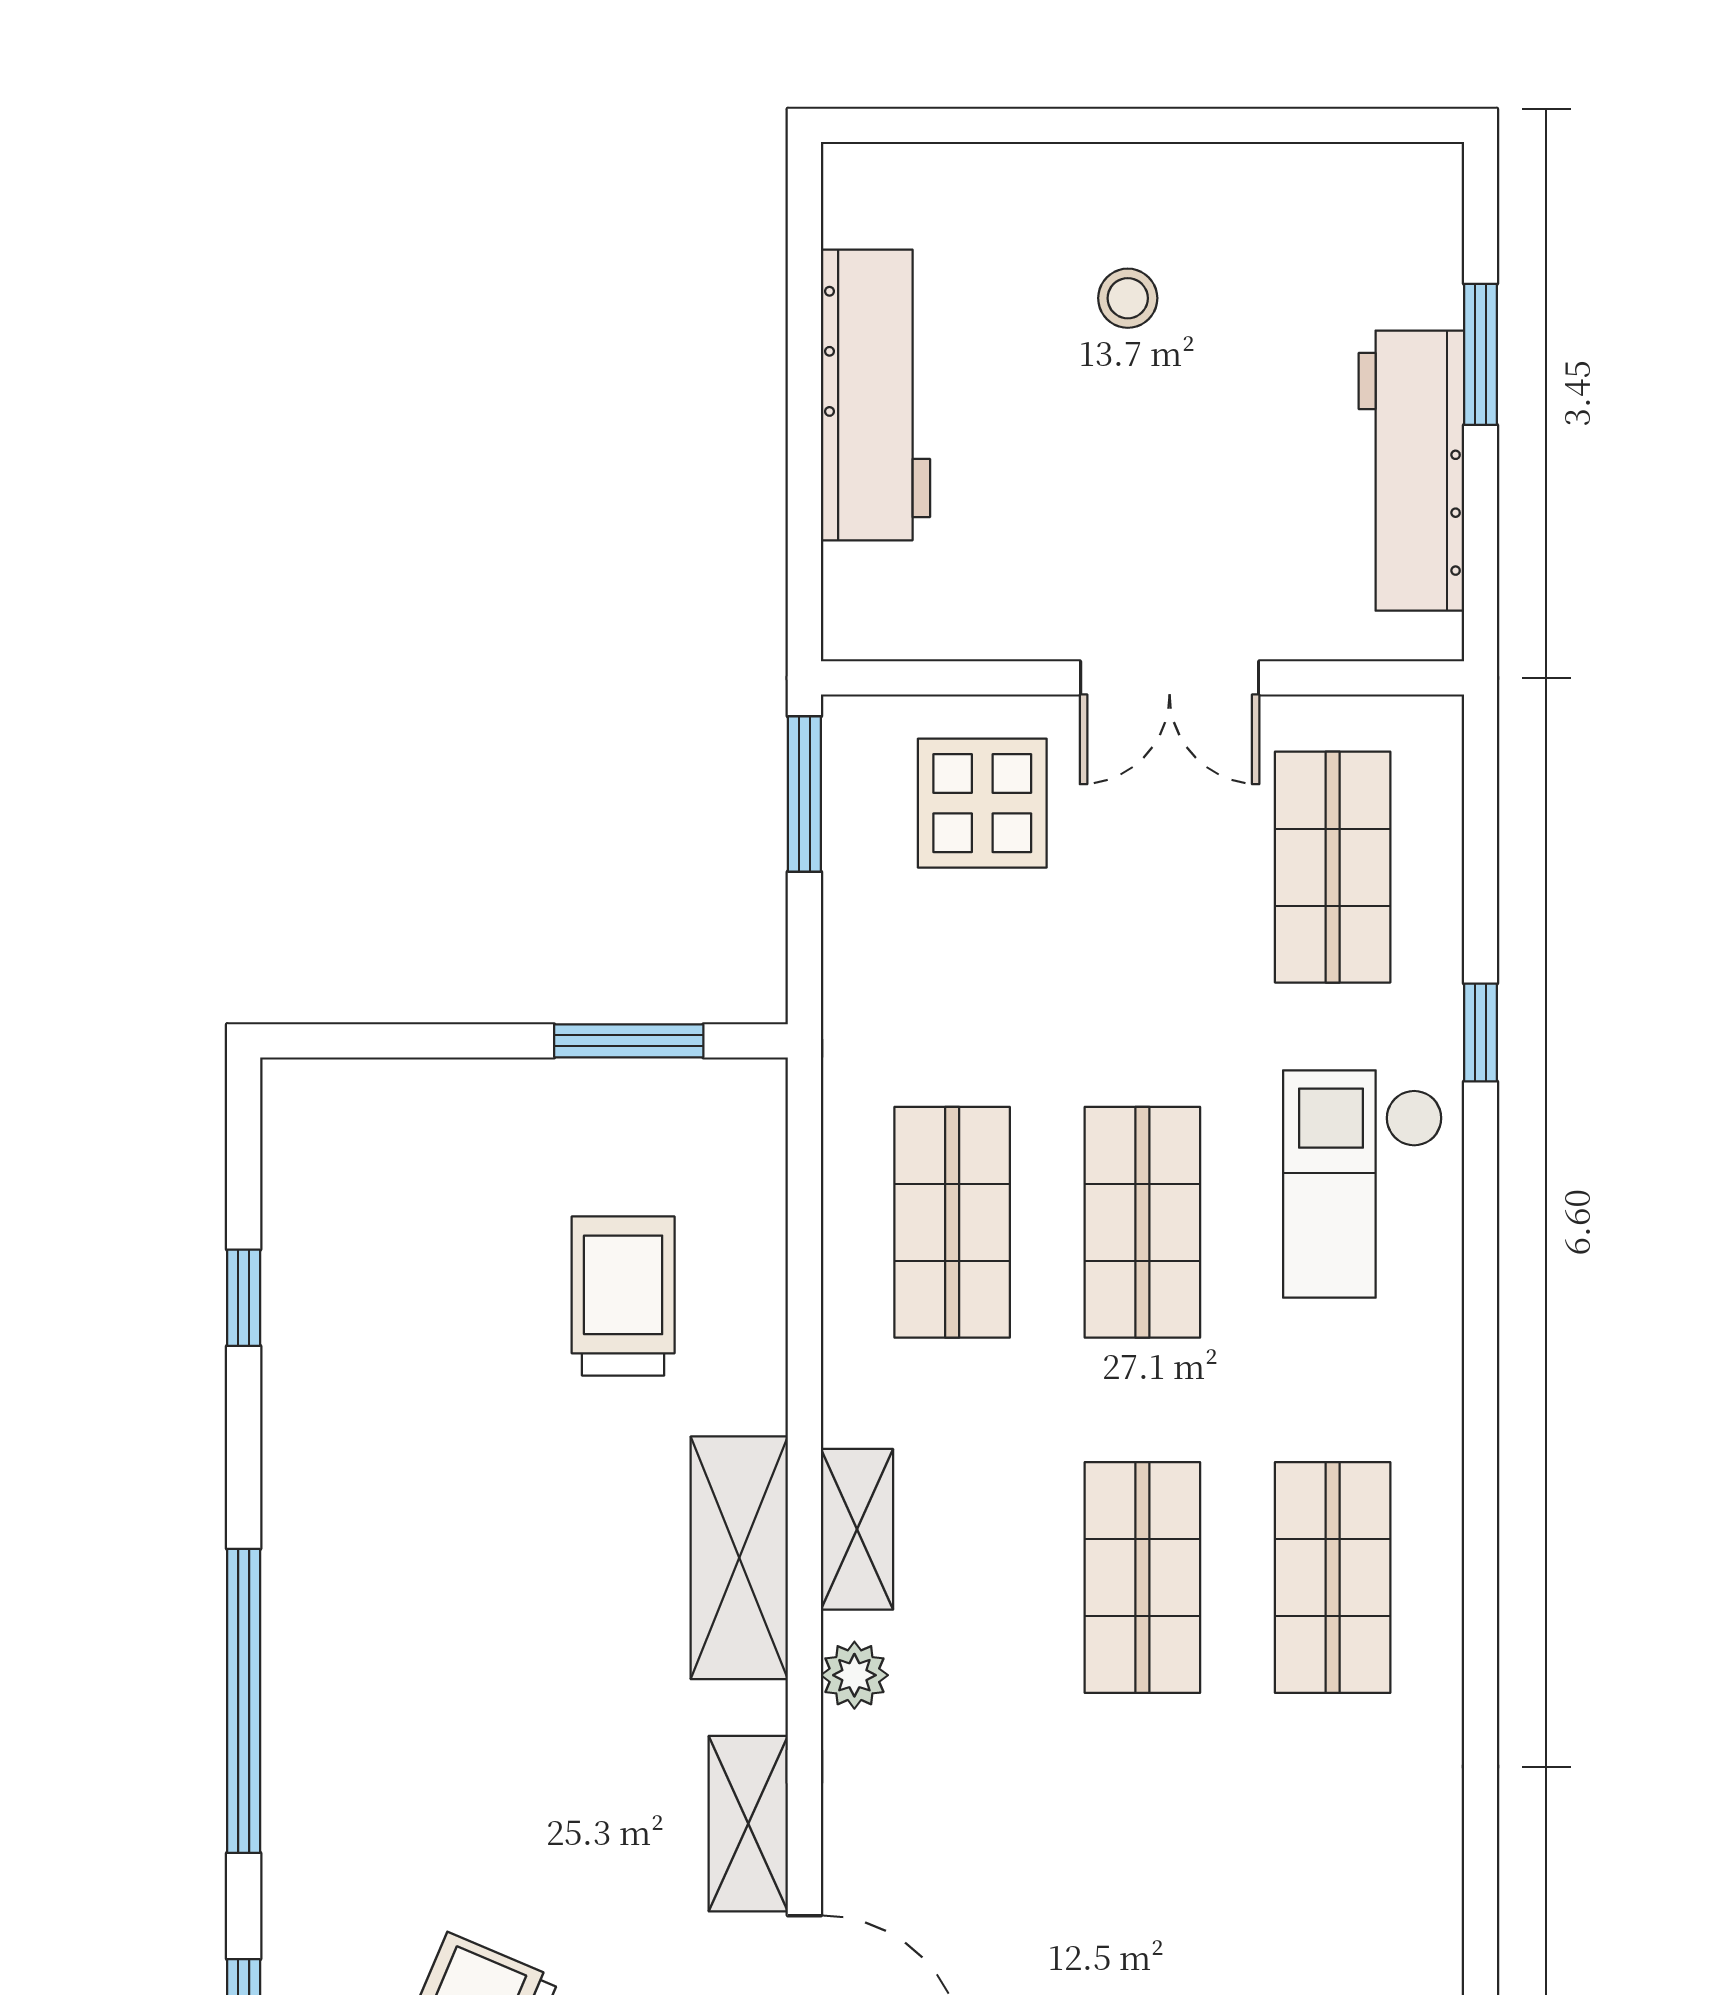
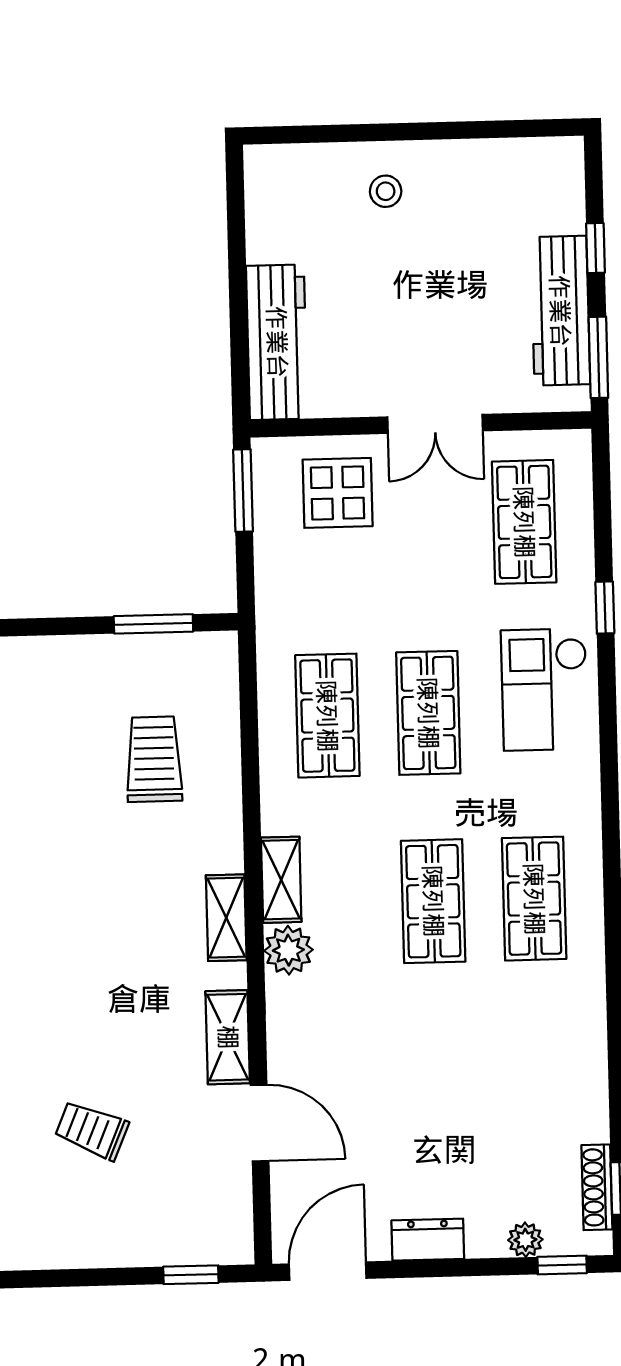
stool: (1128, 298) -> (386, 191), moved
window: (1480, 354) -> (595, 248), width x0.67
workbench: (875, 395) -> (277, 342), moved
window: (1480, 561) -> (598, 357), added
shelving: (739, 1558) -> (226, 918), width x0.67, depth x0.75
plant: (854, 1675) -> (288, 950), width x1.38, depth x1.38

